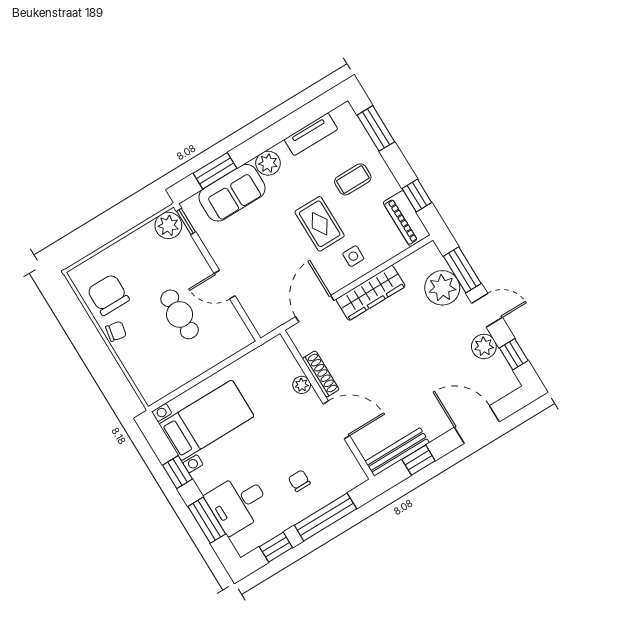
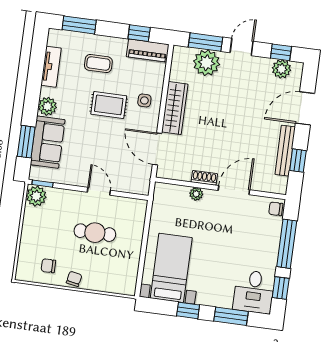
coffee table: (353, 179) -> (98, 64), turned 90
door: (225, 285) -> (99, 191), swing flipped
chair: (108, 295) -> (48, 266), width x0.54, depth x0.54
plant: (484, 346) -> (281, 69), moved
shoe rack: (321, 374) -> (204, 178), width x0.70
bench: (397, 452) -> (285, 151), moved
chair: (299, 481) -> (276, 209), moved
desk: (238, 503) -> (254, 292), moved

